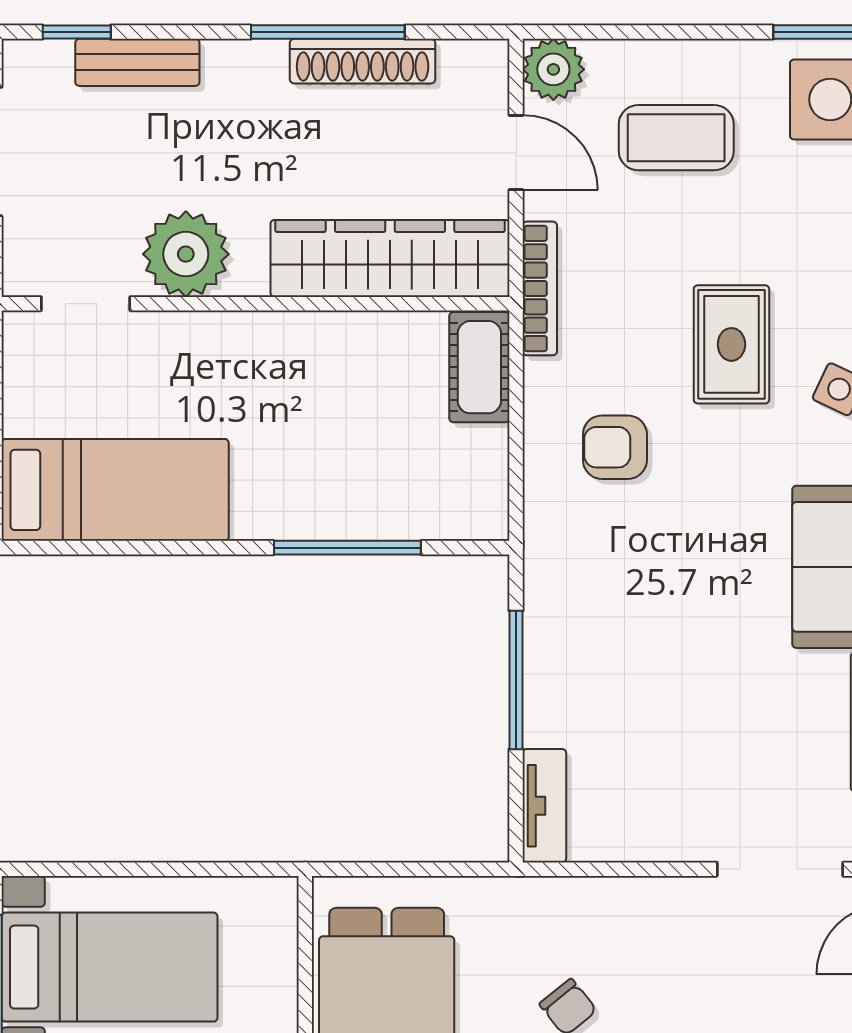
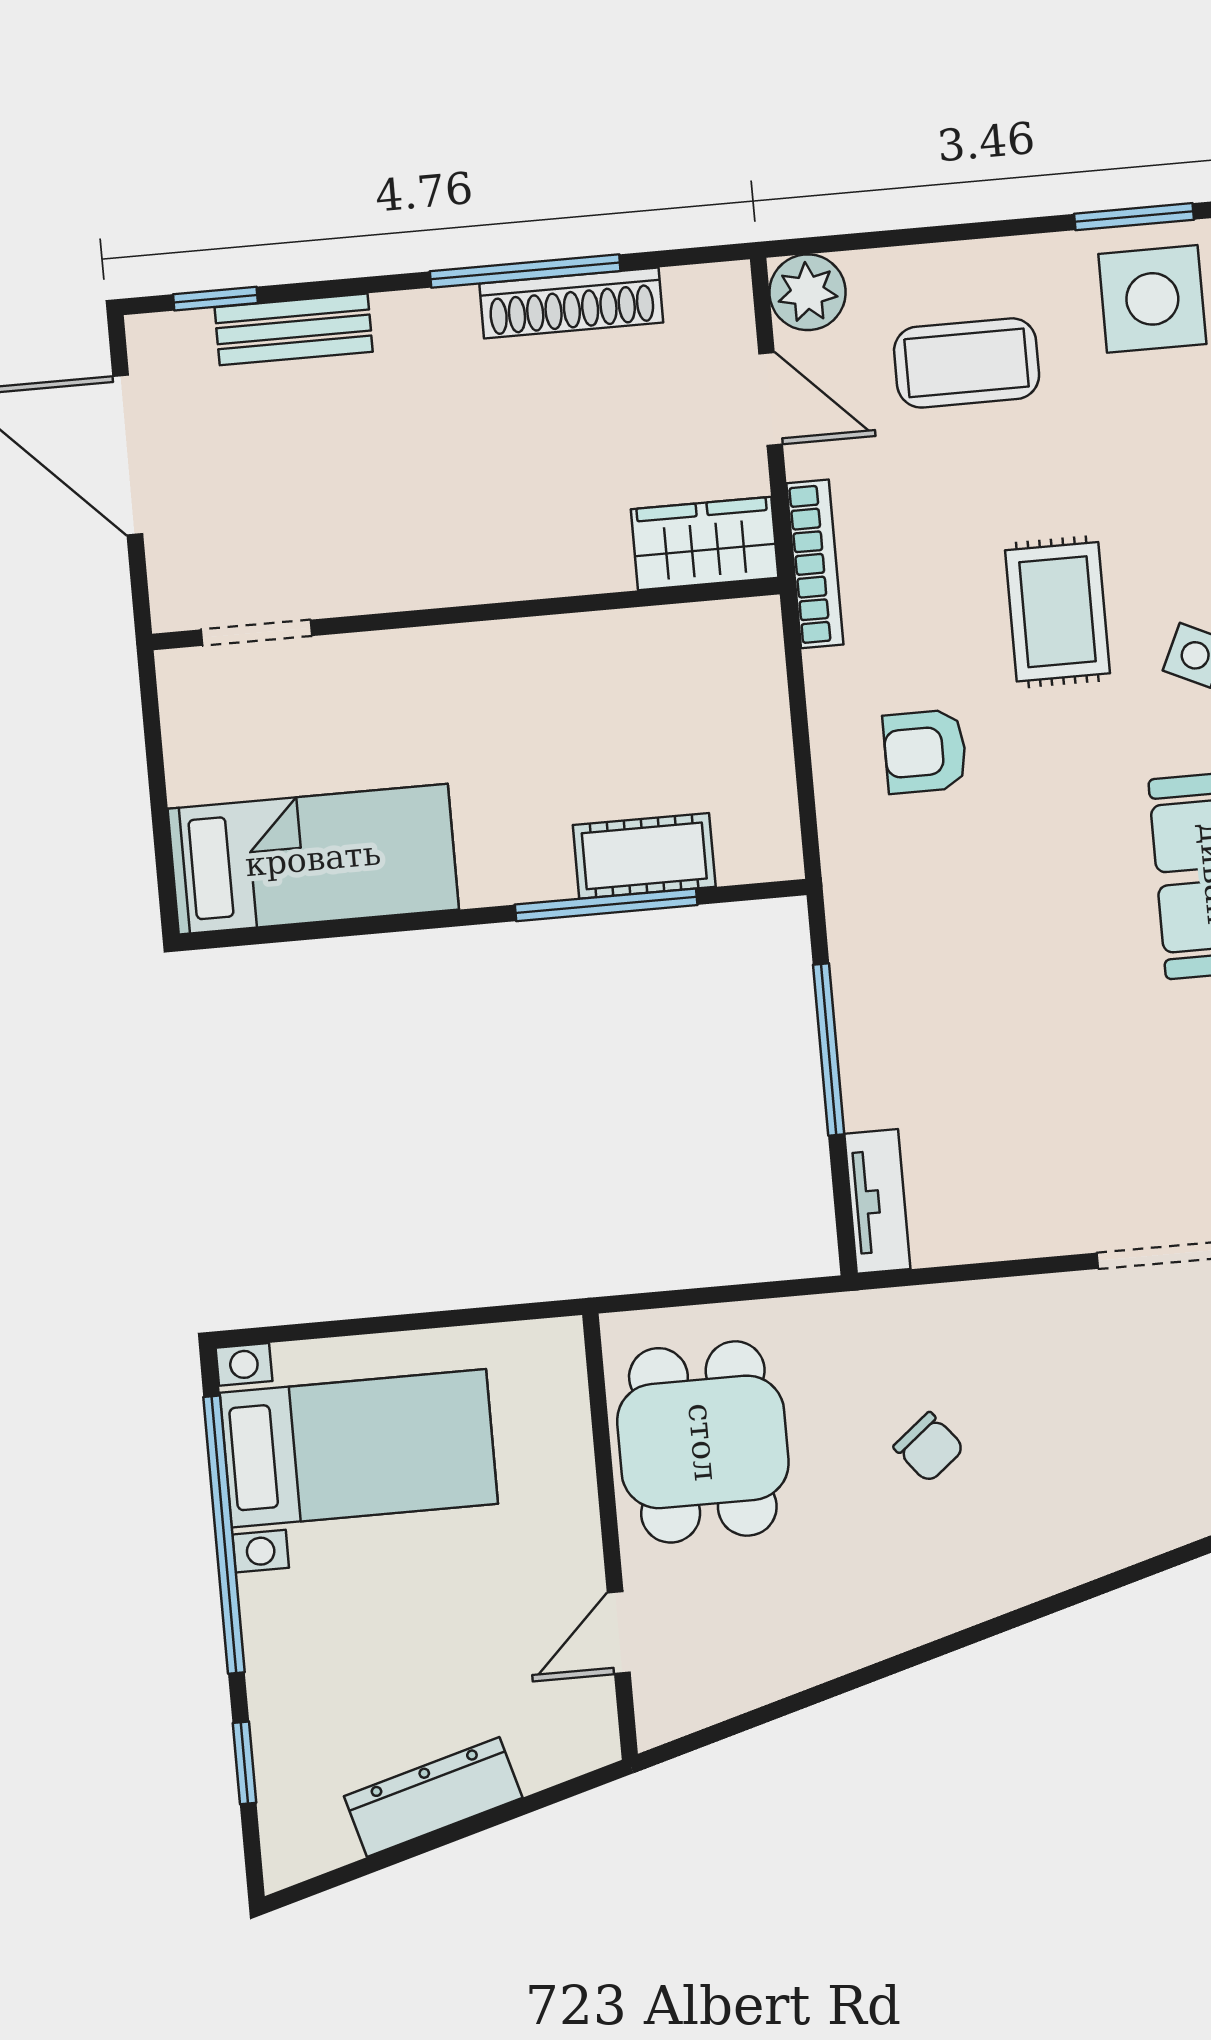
plant: (186, 254) -> (374, 560), removed
wardrobe: (390, 258) -> (705, 544), width x0.48, depth x0.85
cot: (479, 367) -> (644, 856), moved, turned 90

